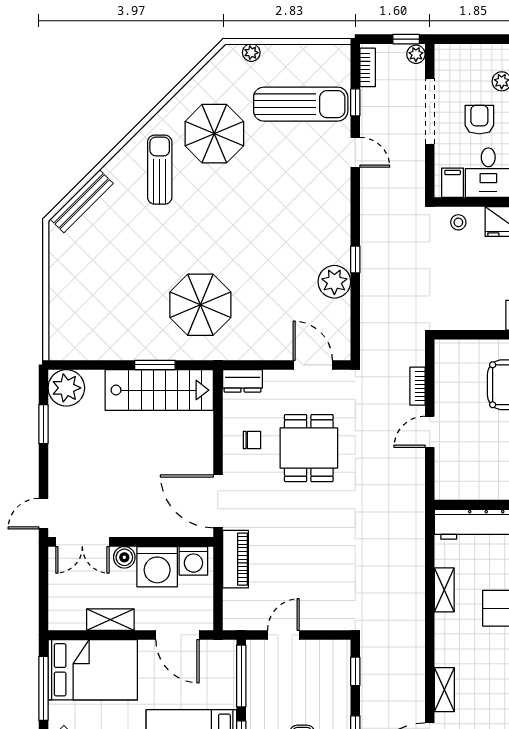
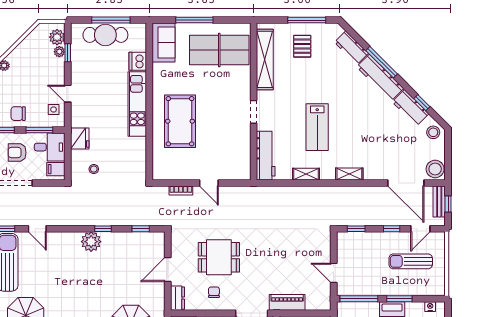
door: (355, 152) -> (37, 229), swing flipped
stool: (458, 222) -> (94, 169), moved
plant: (334, 282) -> (91, 242), moved
window: (355, 321) -> (141, 229), added
door: (313, 365) -> (168, 270), moved
shelving: (444, 690) -> (349, 174), moved

